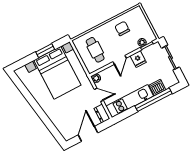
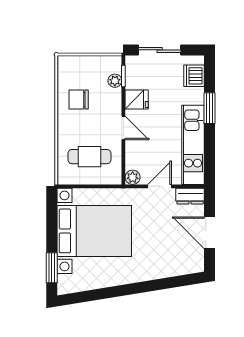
window: (45, 51) -> (52, 268), moved
dishwasher: (157, 87) -> (194, 76), moved
window: (154, 100) -> (210, 108), width x0.47

